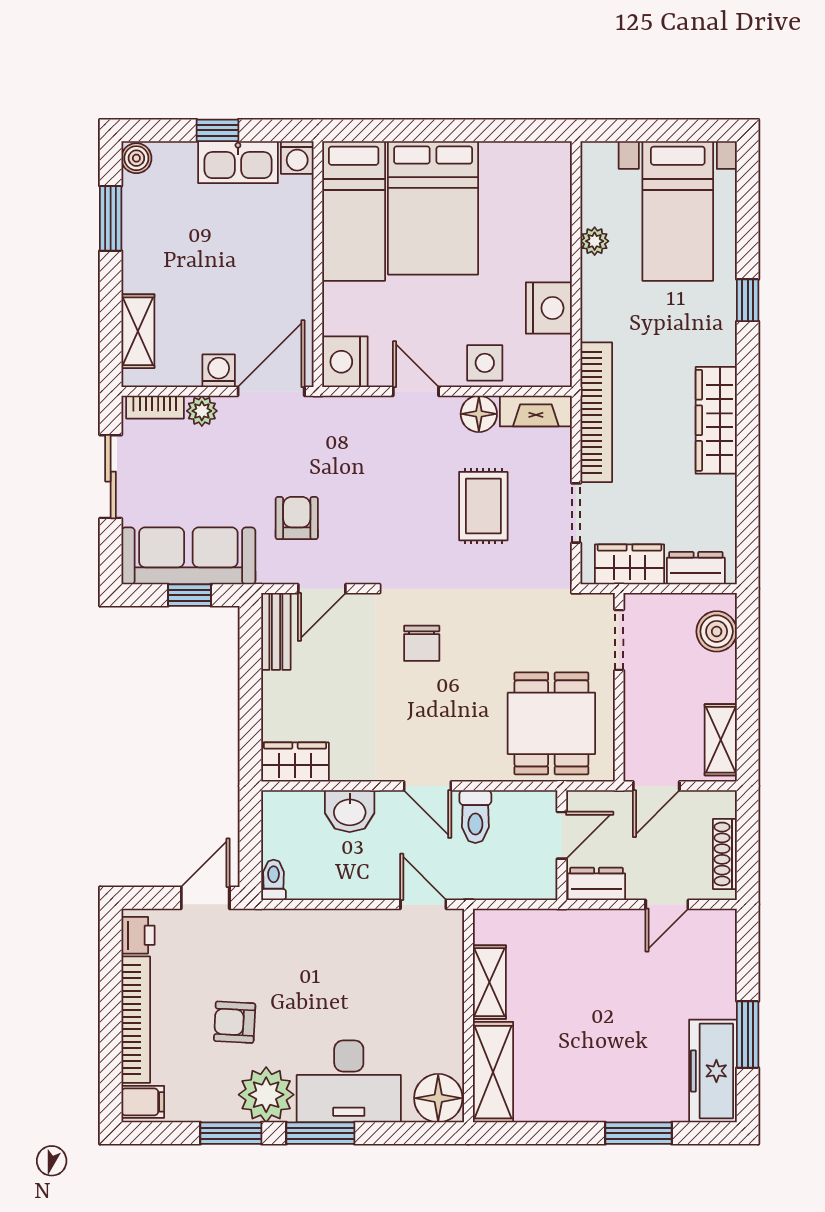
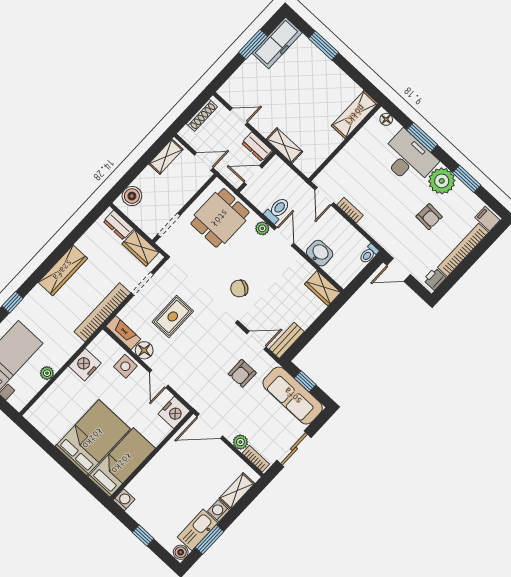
kitchen sink: (238, 162) -> (198, 530), moved, turned -90
washing machine: (219, 371) -> (219, 511), moved, turned 90
chair: (422, 643) -> (239, 288), turned -148
plant: (472, 767) -> (262, 228), added
bookcase: (364, 920) -> (350, 210), added
shelving: (489, 982) -> (284, 145), moved, turned 90
floor lamp: (438, 1098) -> (386, 119), width x0.53, depth x0.53
window: (320, 1133) -> (422, 137), moved

